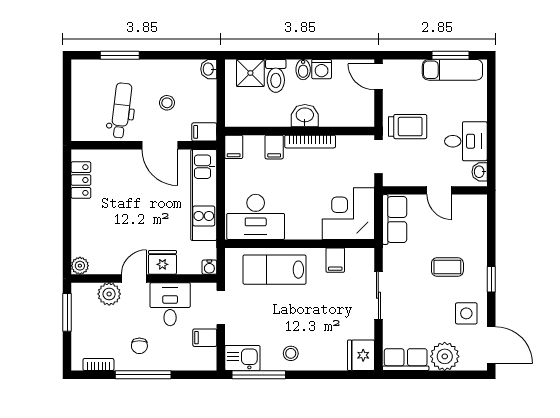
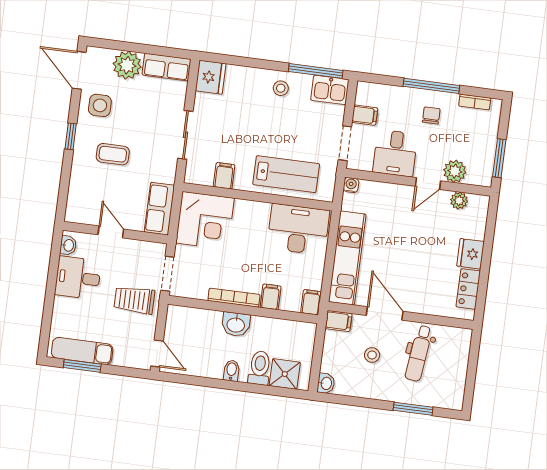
washing machine: (322, 69) -> (213, 369), removed
fridge: (162, 262) -> (471, 254), moved, turned 90
plant: (80, 266) -> (459, 201), moved

